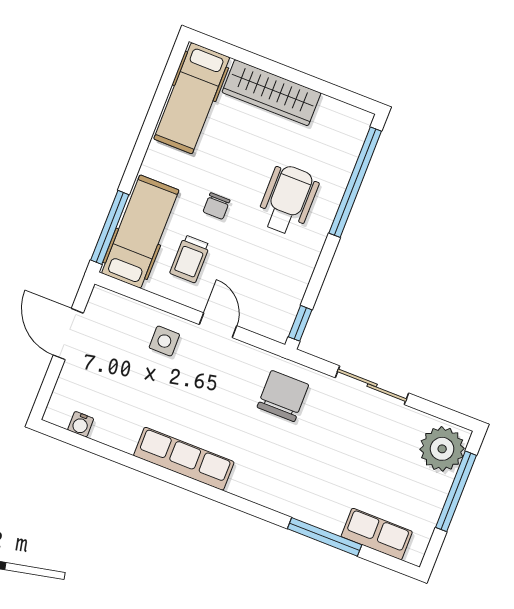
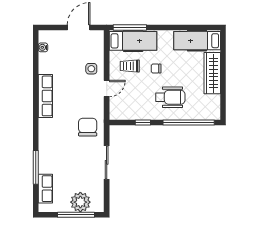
window: (300, 323) -> (143, 122), moved
chair: (283, 396) -> (88, 127), turned -90
plant: (442, 449) -> (80, 202), moved

